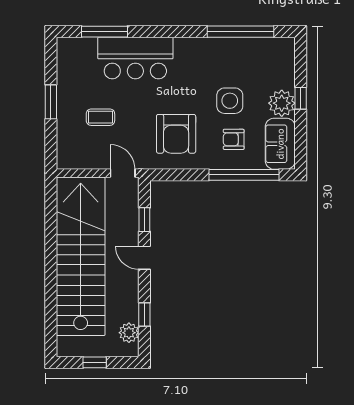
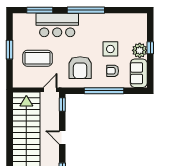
window: (240, 32) -> (86, 10), moved
coffee table: (100, 117) -> (38, 58), width x1.86, depth x1.72
door: (123, 173) -> (50, 90), hinge flipped
window: (244, 175) -> (104, 91), moved
window: (144, 220) -> (62, 105), moved

